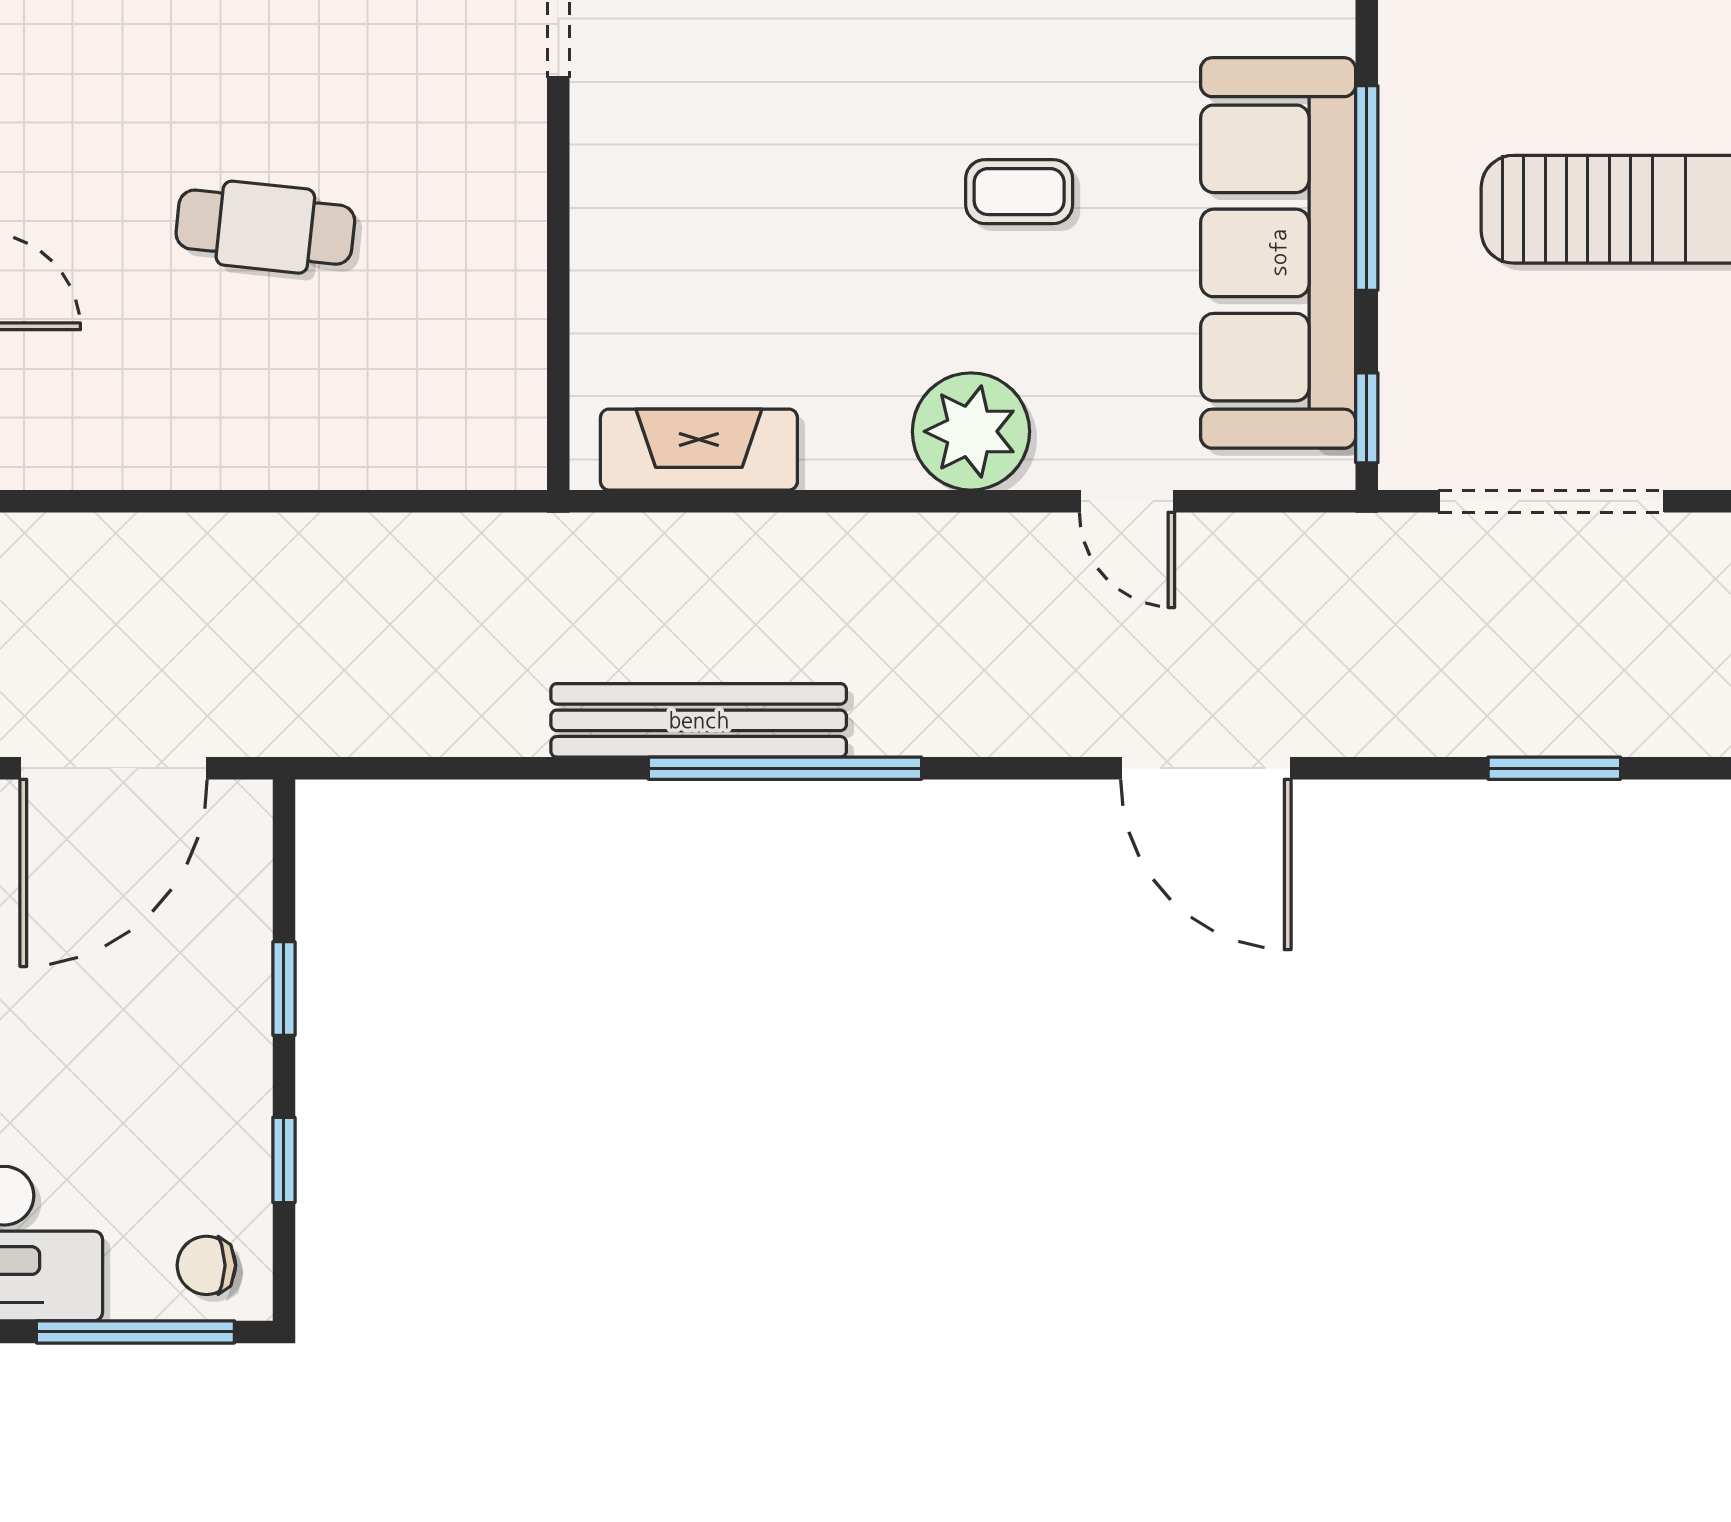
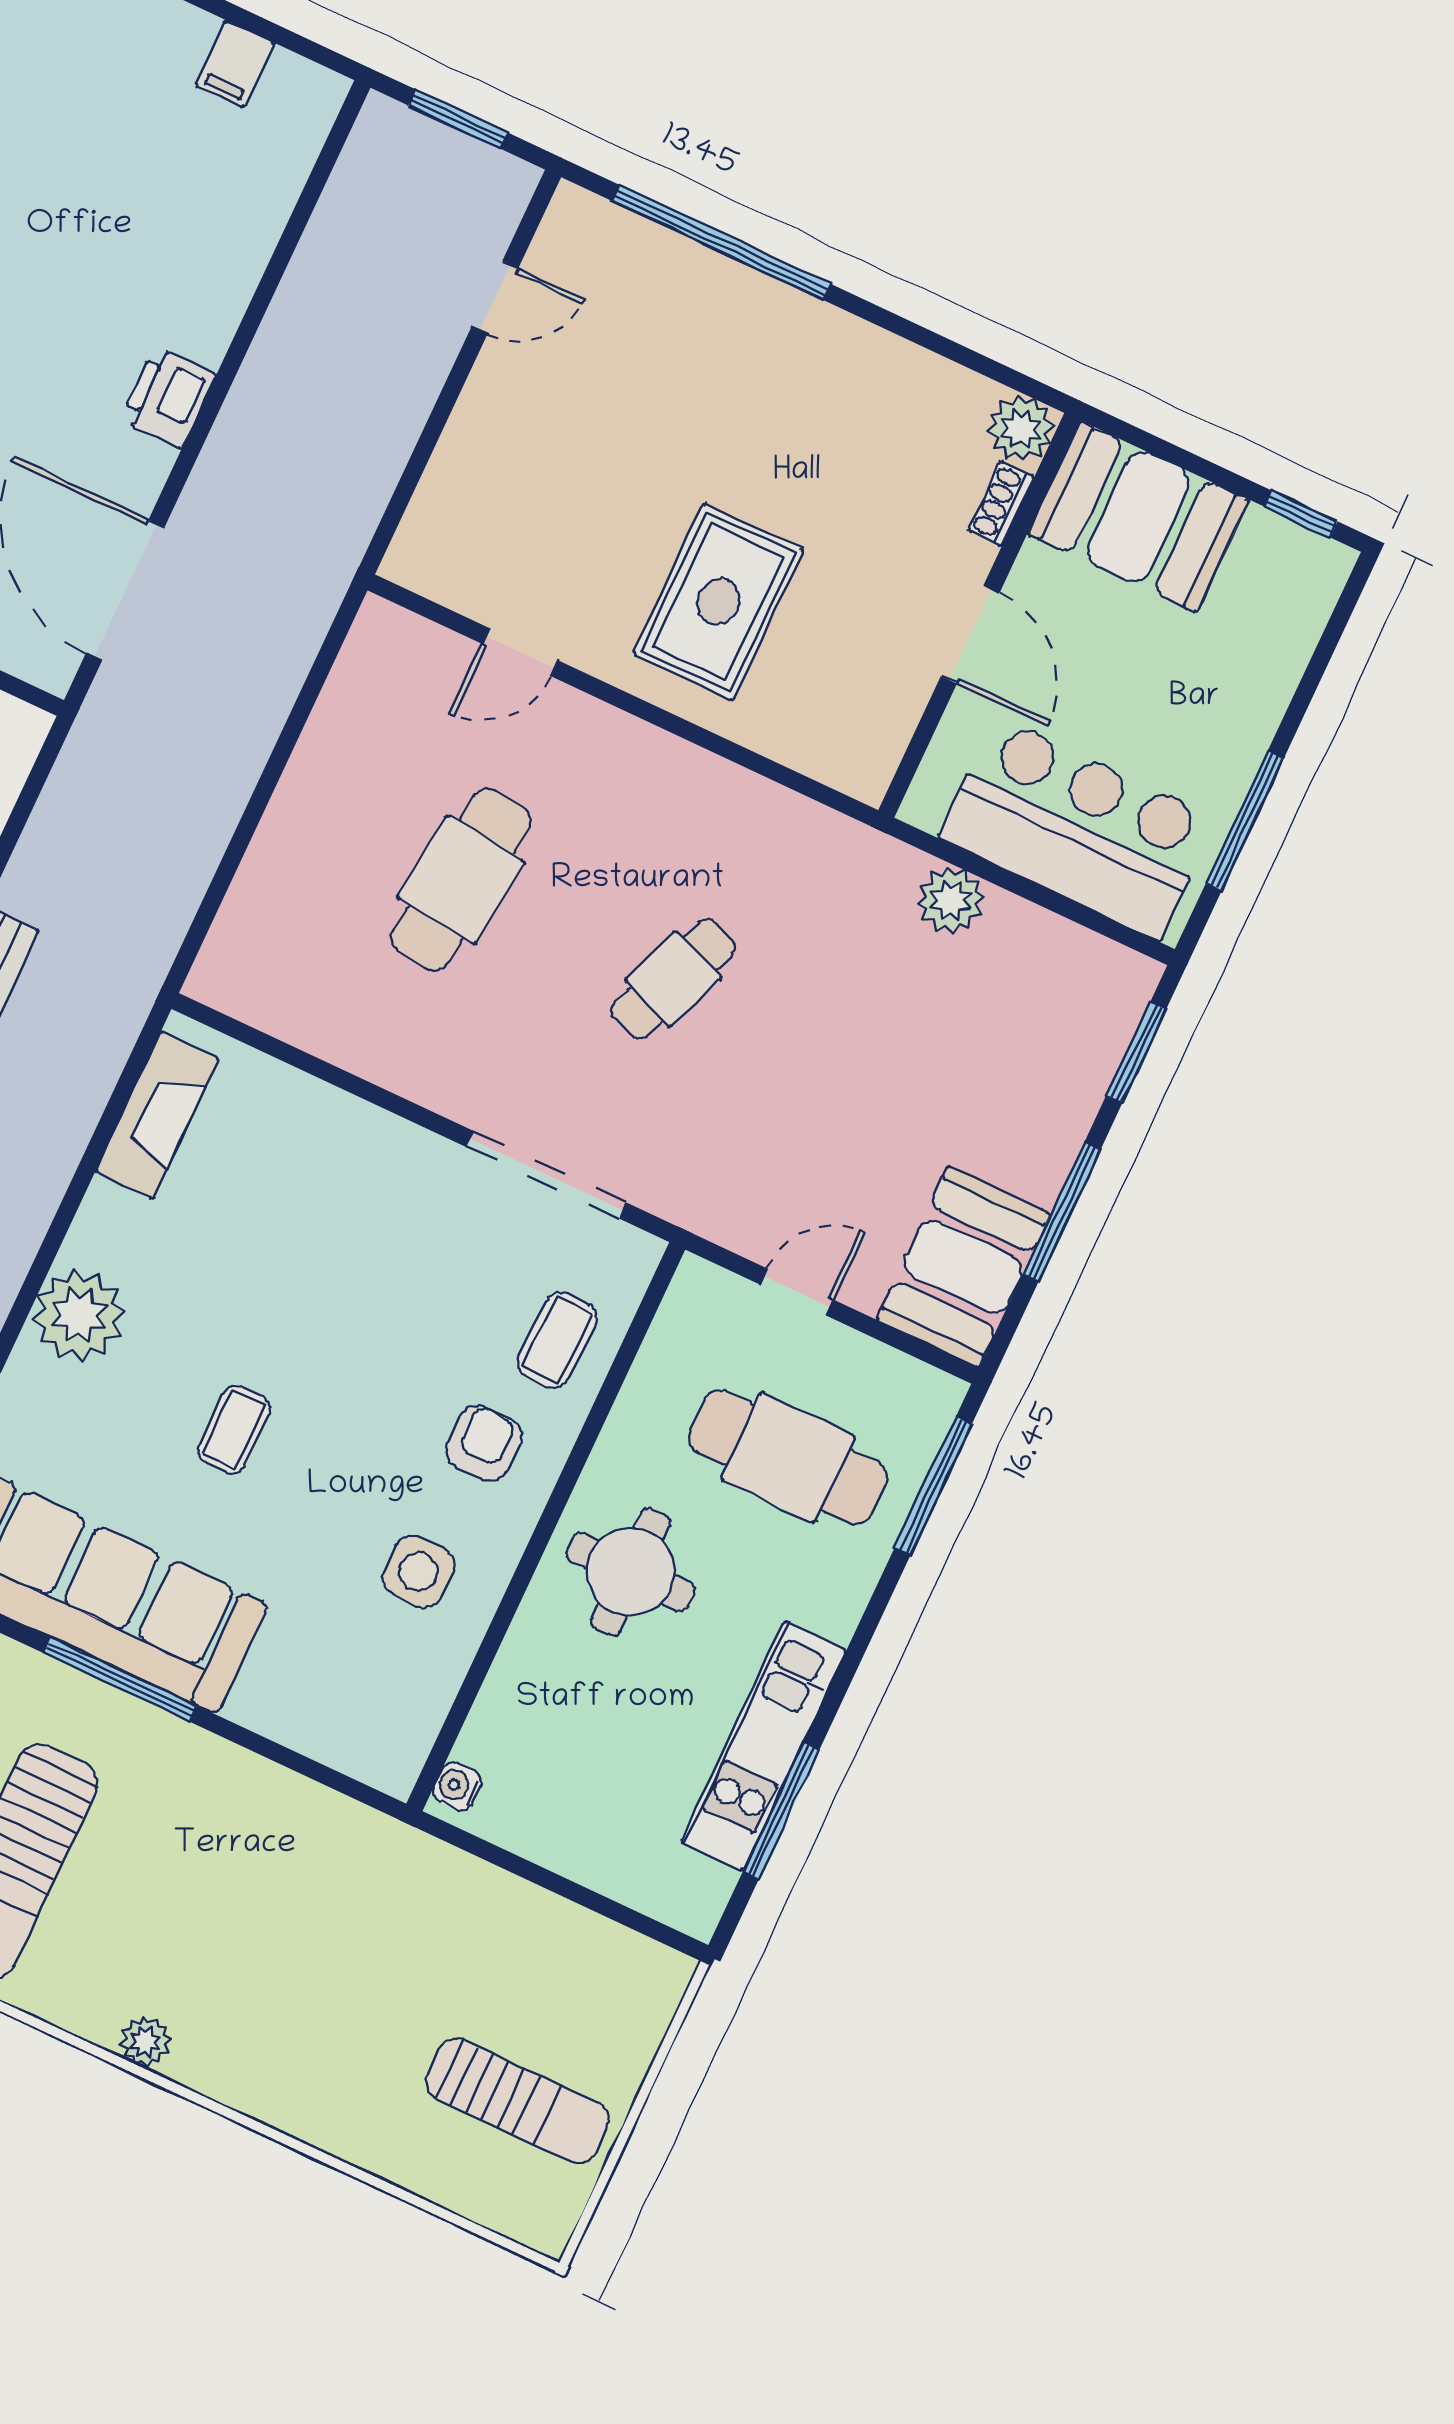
cafe table: (265, 227) -> (461, 880), width x1.37, depth x1.35

